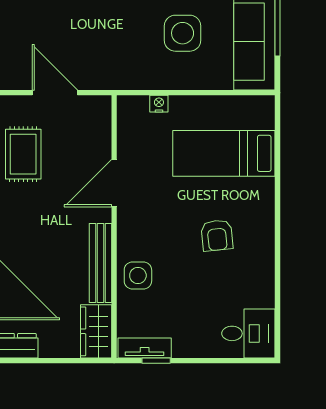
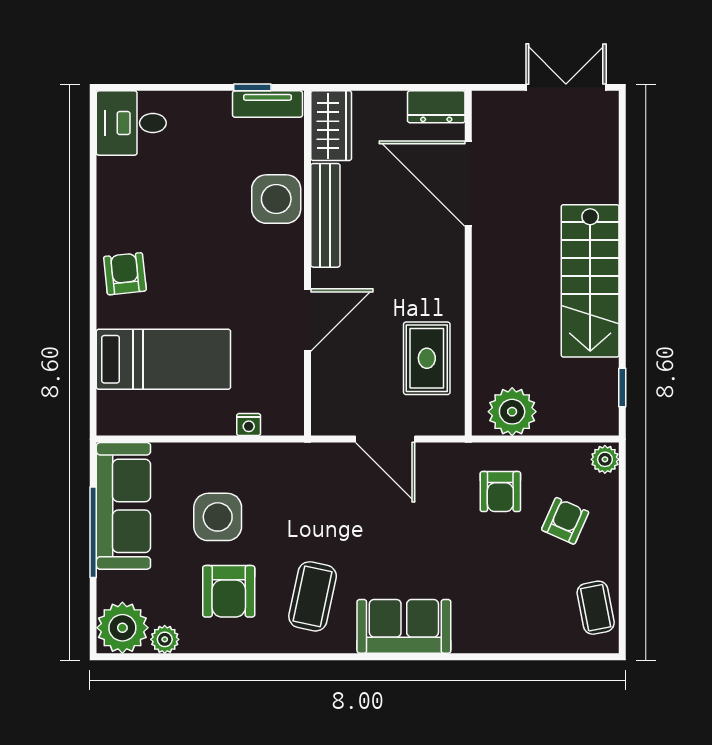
armchair: (217, 235) -> (125, 274), moved
side table: (138, 275) -> (276, 199), width x1.37, depth x1.37

